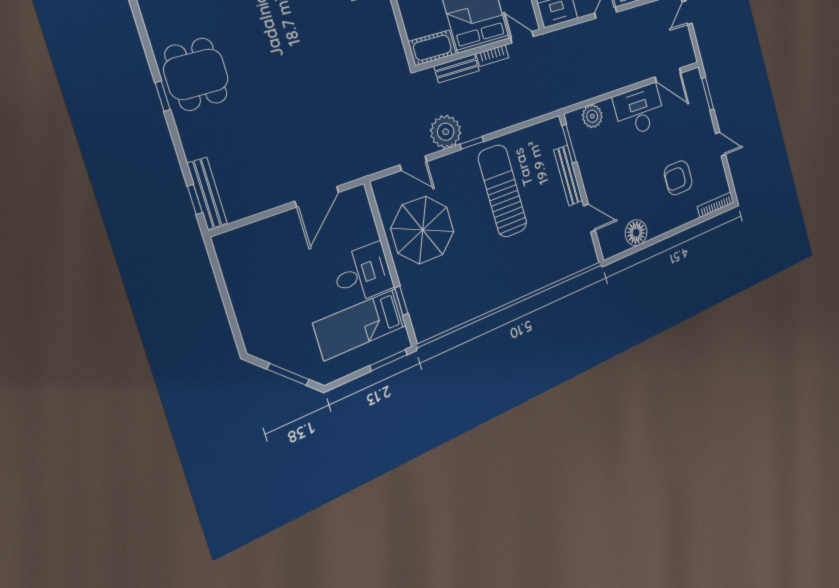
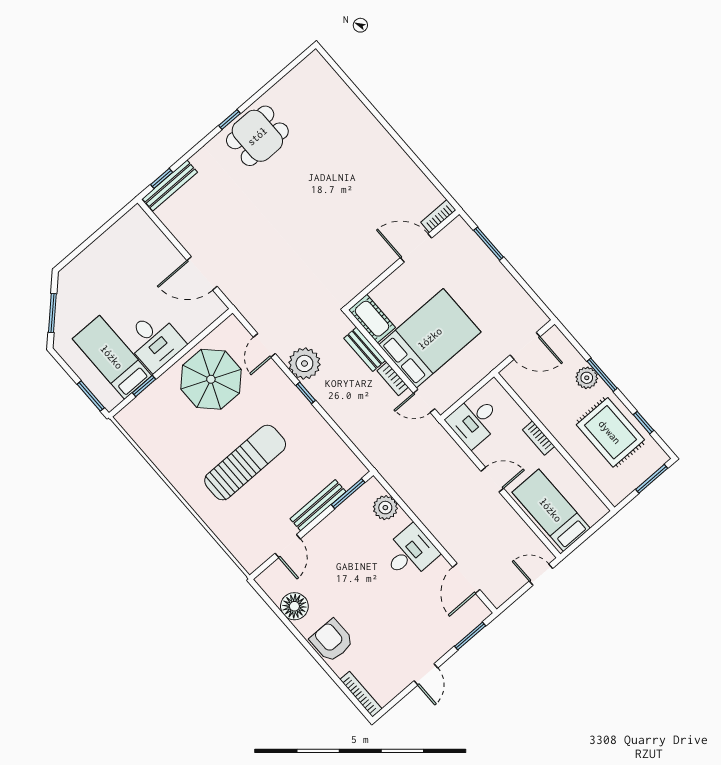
door: (522, 37) -> (424, 401), swing flipped
desk: (639, 110) -> (410, 553), width x0.73
armchair: (678, 178) -> (332, 641), moved
sun lounger: (503, 191) -> (245, 463), moved

